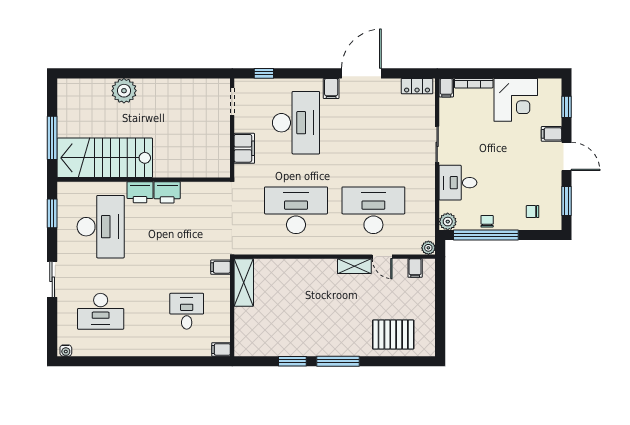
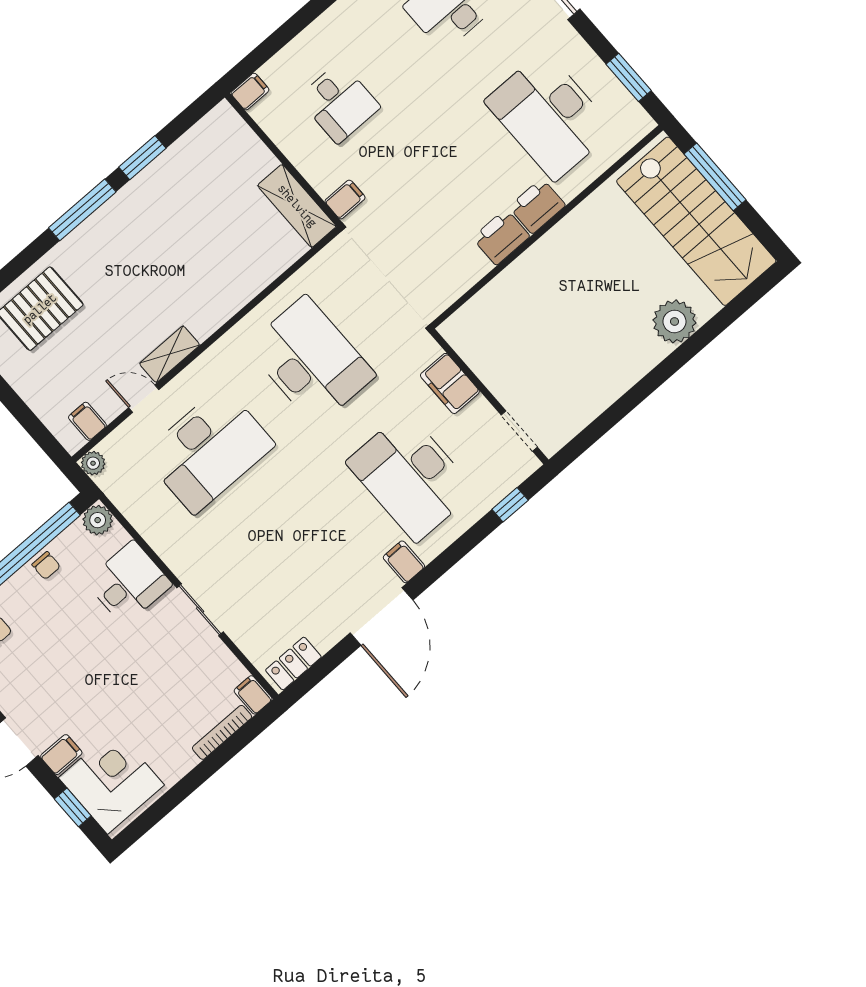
corner desk: (516, 100) -> (111, 781), moved, turned 90
stairs: (105, 158) -> (696, 221), moved, turned 90
desk: (296, 210) -> (311, 361), turned -90

